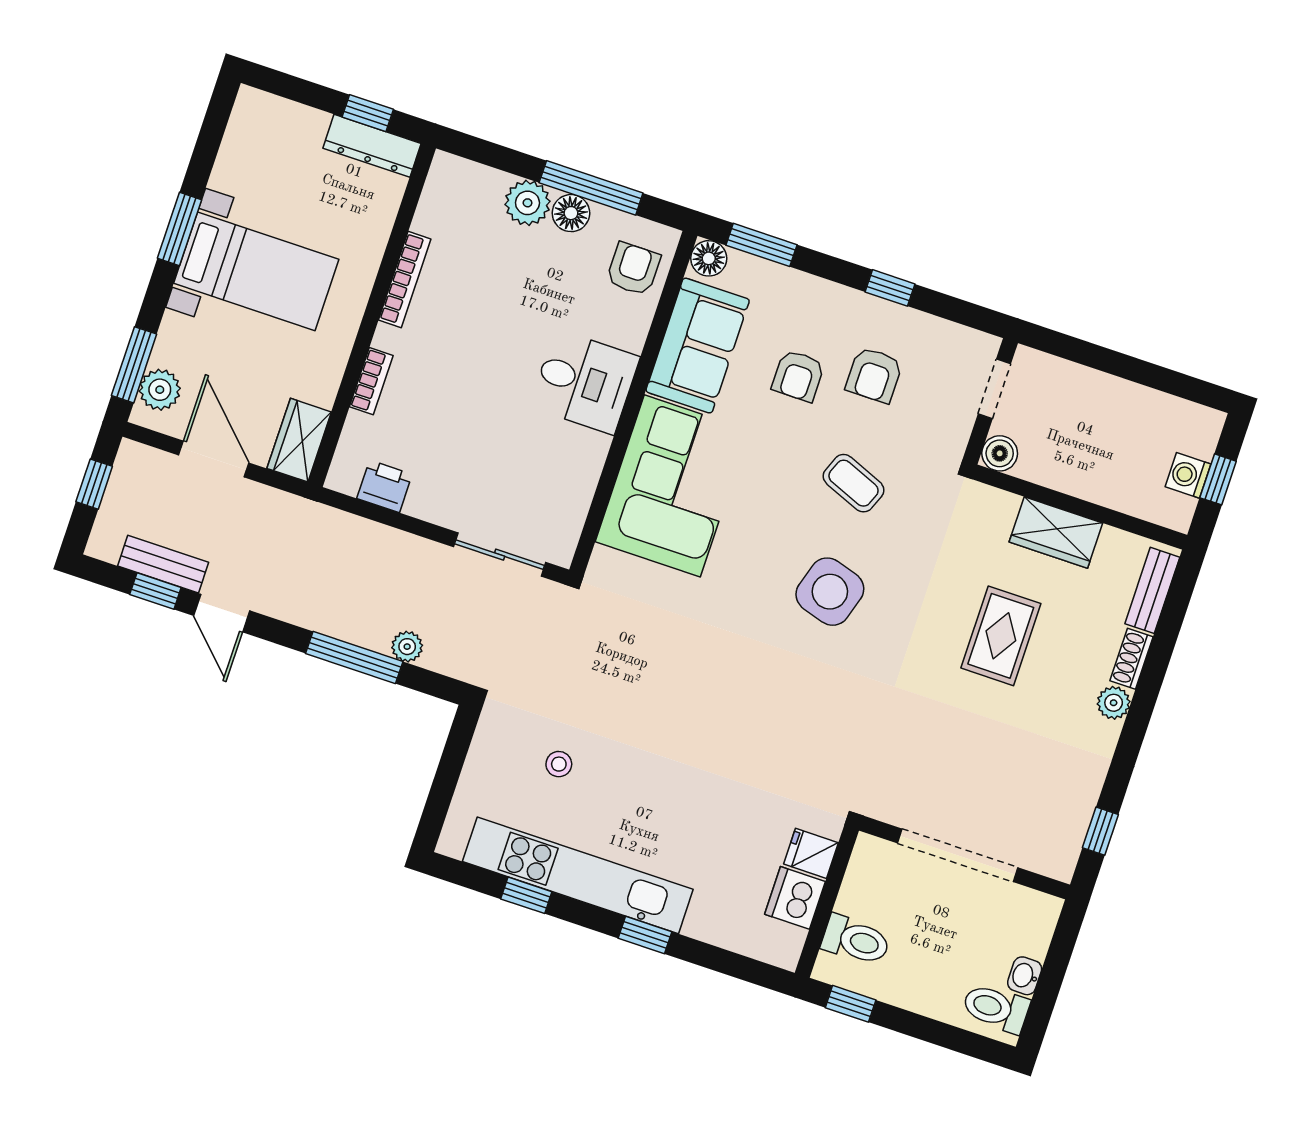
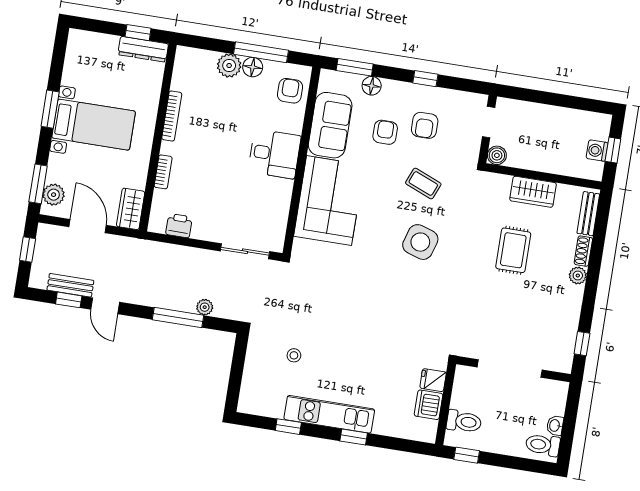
floor lamp: (709, 258) -> (372, 86), moved
armchair: (798, 376) -> (385, 132), turned 180
kitchen unit: (578, 875) -> (329, 414), width x0.73

